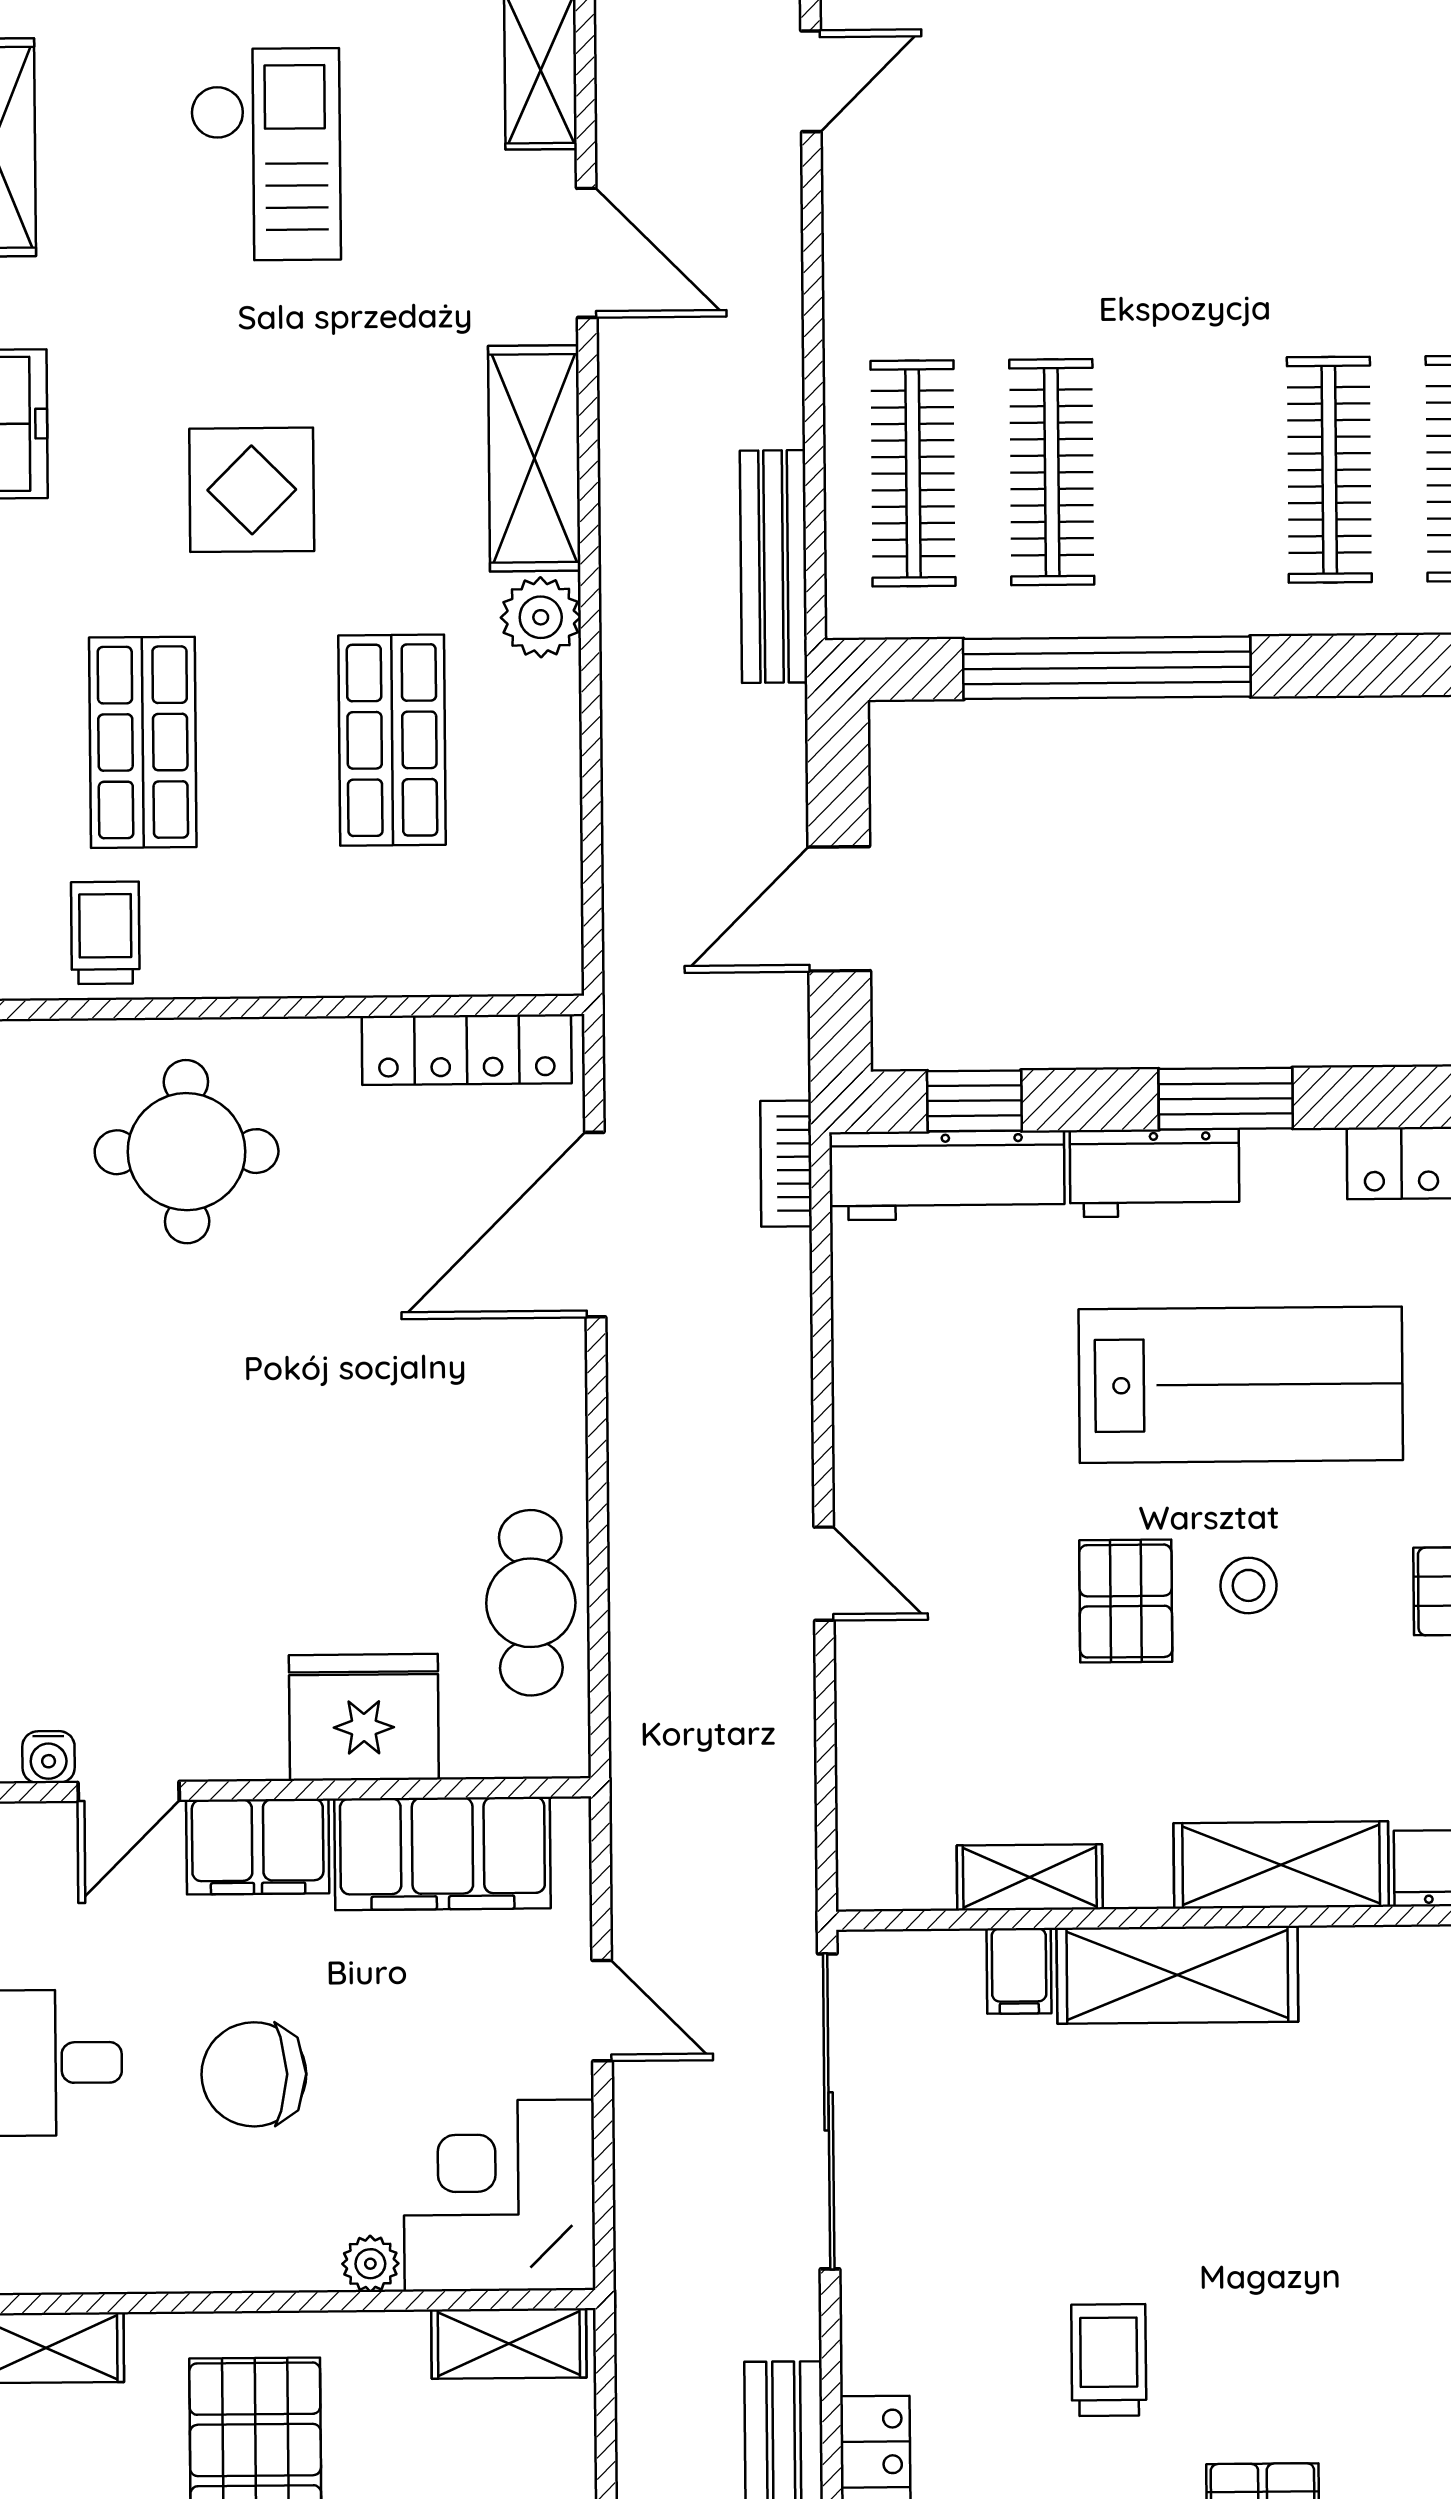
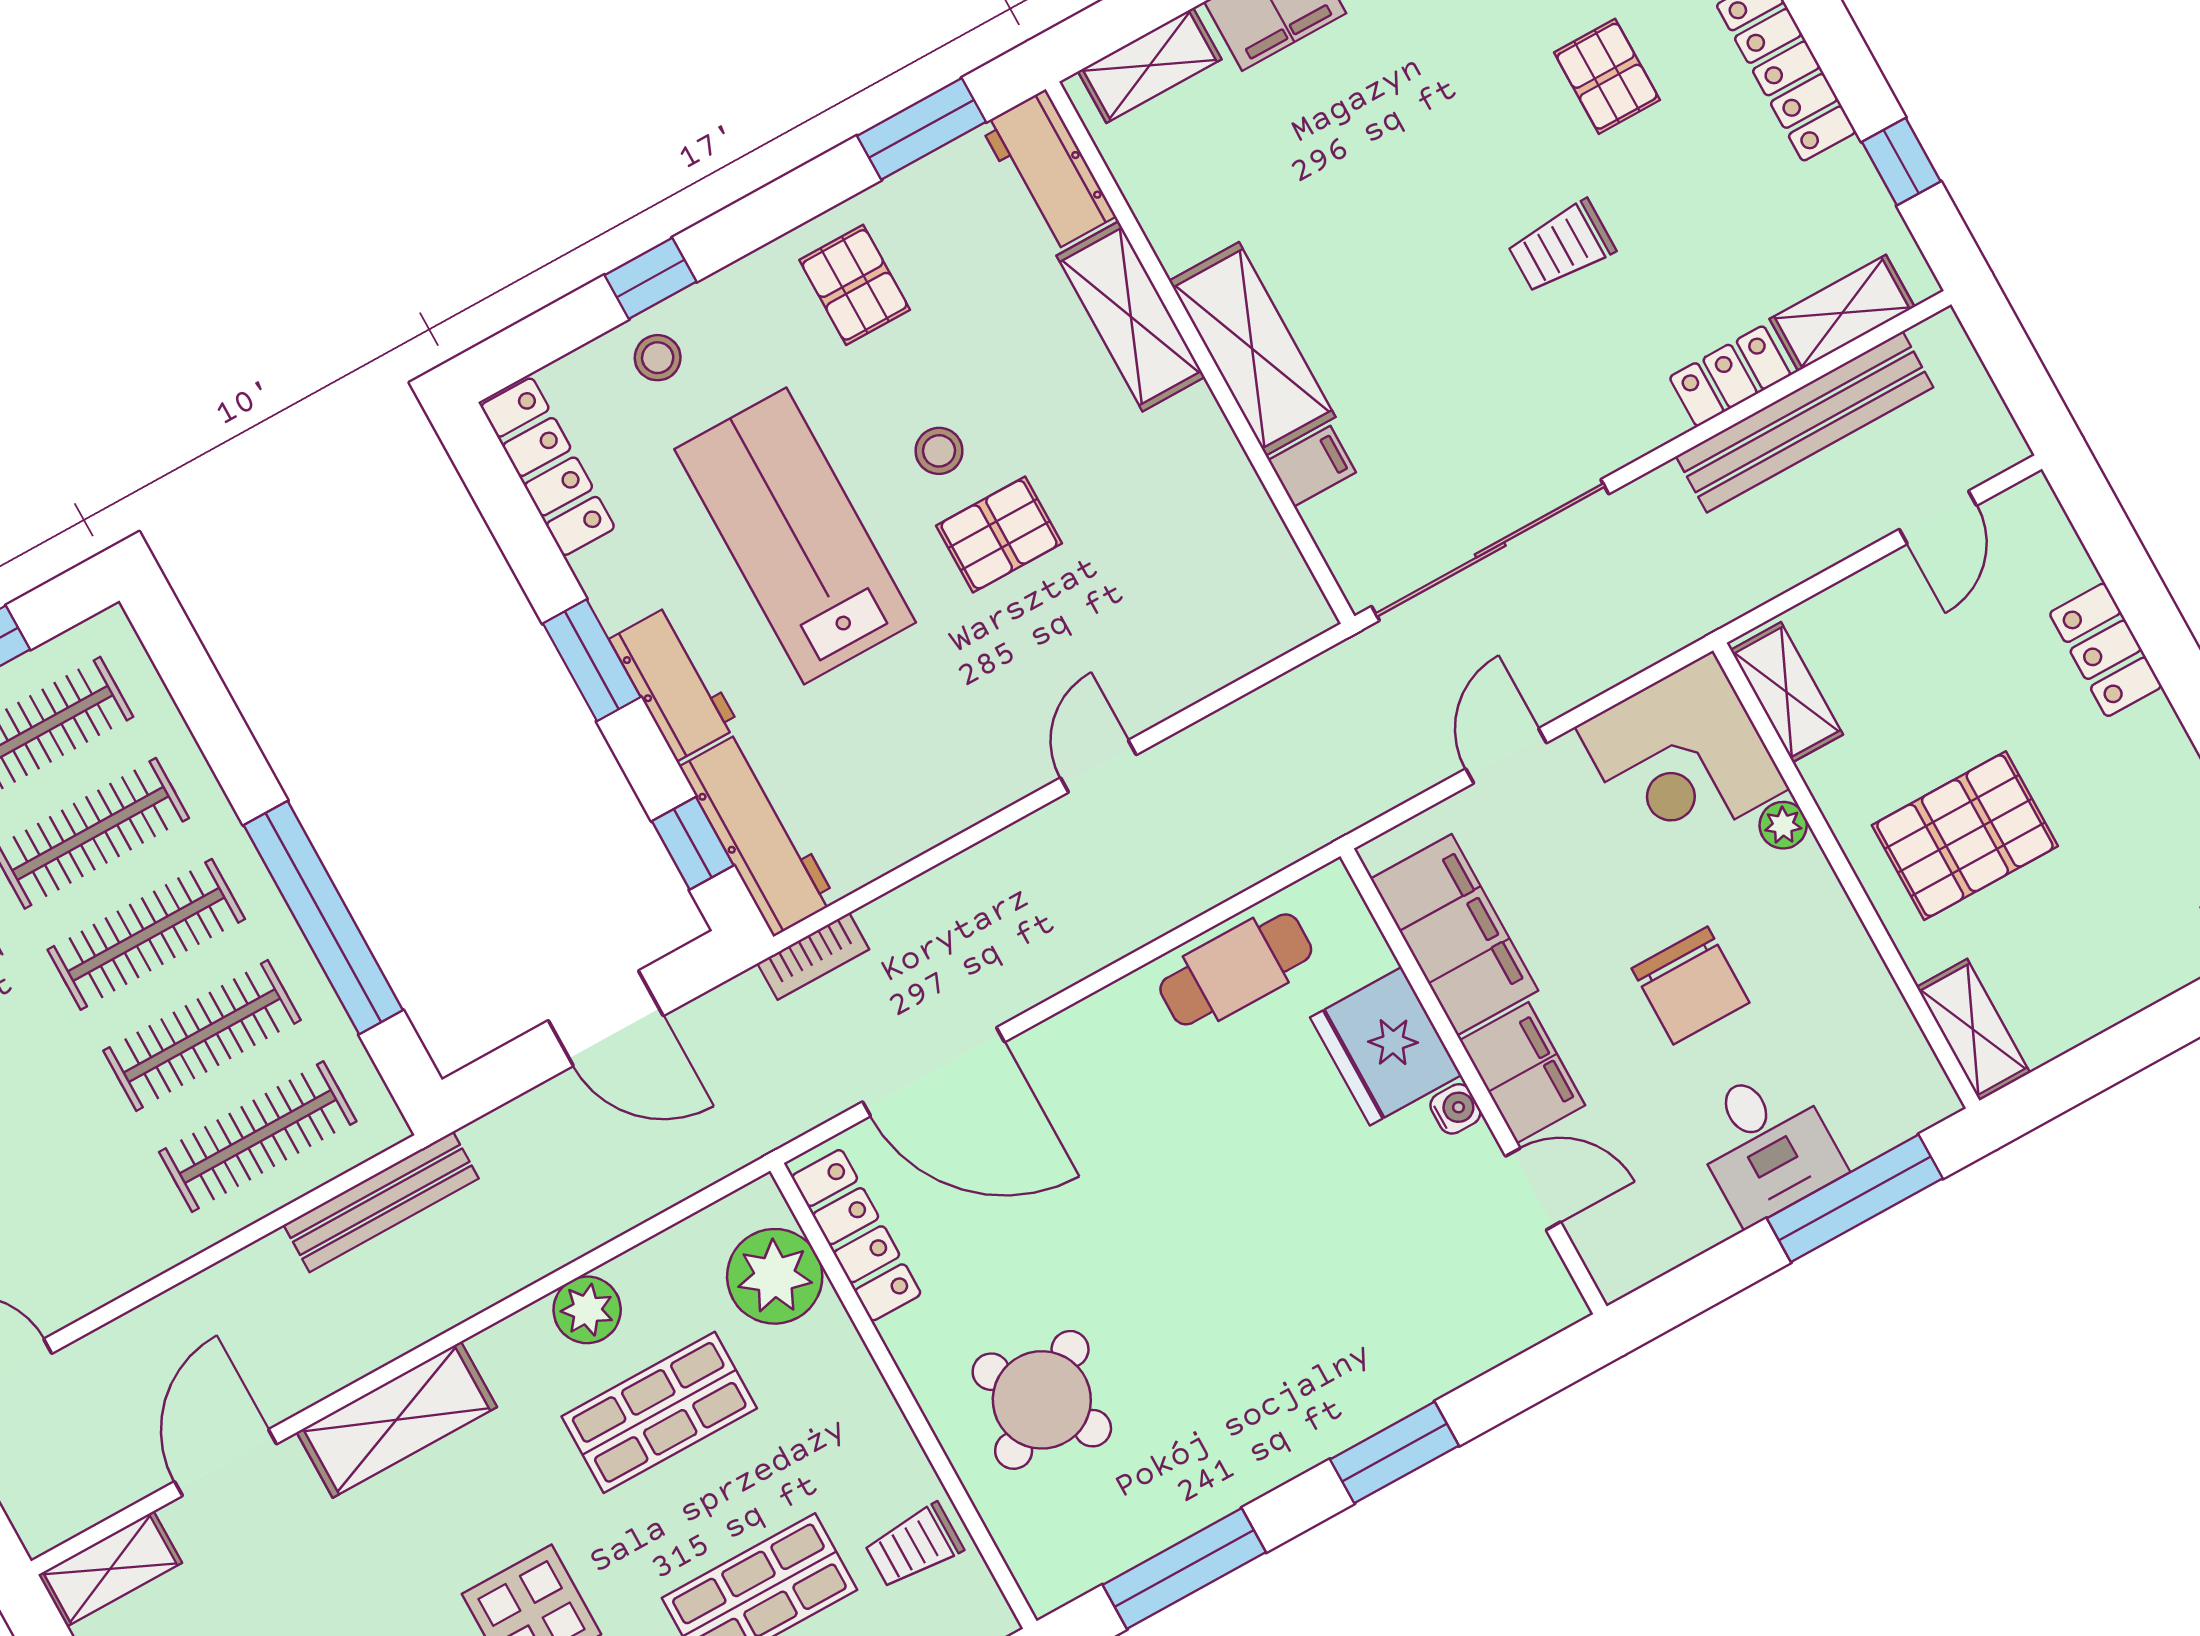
clothes rail: (1191, 471) -> (146, 934), added
plant: (541, 617) -> (587, 1310), moved
plant: (470, 940) -> (775, 1276), added
round table: (187, 1152) -> (1042, 1400), turned -32
water cooler: (49, 1757) -> (1455, 1109), moved
shelving: (1030, 1877) -> (1239, 495), removed

